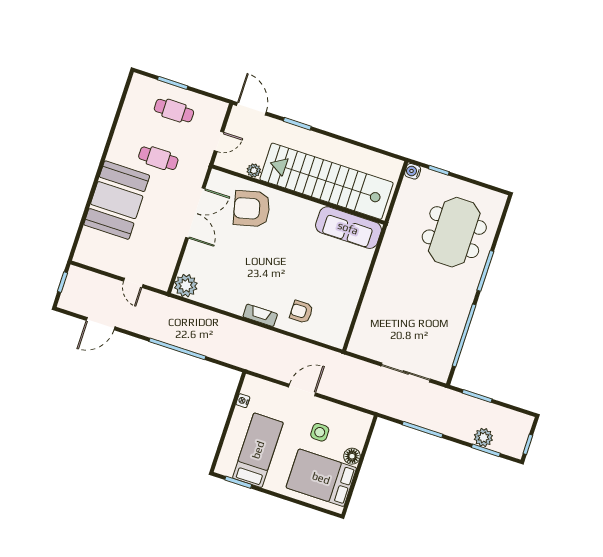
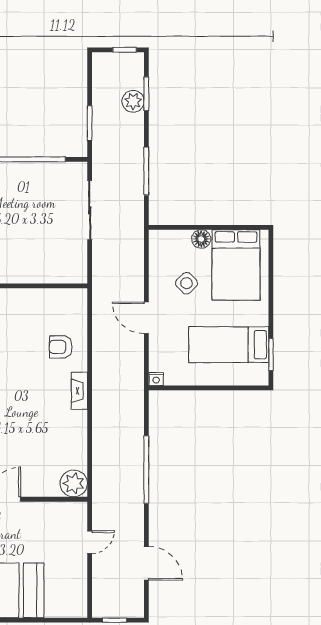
armchair: (301, 312) -> (61, 347), turned 90
nightstand: (243, 401) -> (156, 379), moved
side table: (320, 432) -> (187, 283), turned 45

